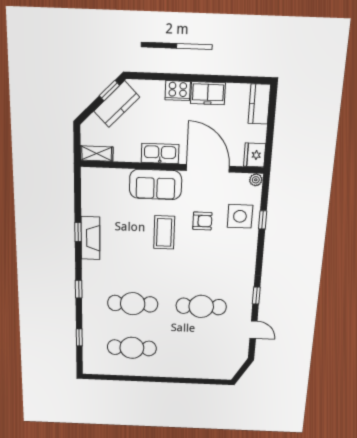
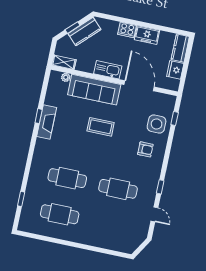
window: (109, 90) -> (73, 28), moved
fridge: (255, 155) -> (175, 70), moved
plant: (256, 180) -> (66, 77), moved
sofa: (156, 184) -> (94, 90), width x1.36
window: (263, 220) -> (175, 119), moved
armchair: (202, 221) -> (145, 149), moved
coffee table: (164, 232) -> (101, 127), turned 90
window: (79, 289) -> (29, 160), removed

